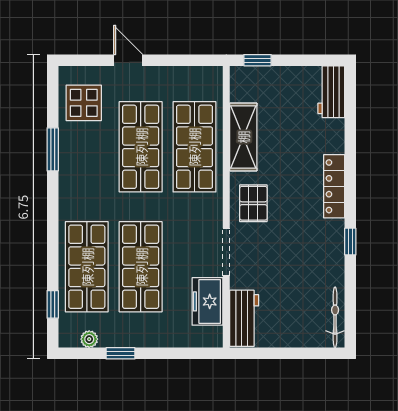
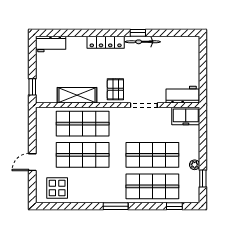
window: (53, 149) -> (116, 206), moved
pallet: (253, 203) -> (115, 89), turned 90
freezer: (208, 301) -> (186, 116), moved
bicycle: (335, 317) -> (143, 42), moved
plant: (89, 339) -> (195, 165), moved
window: (120, 353) -> (203, 179), moved

